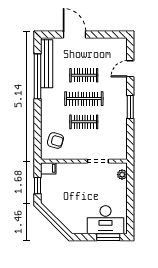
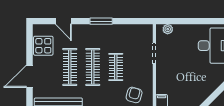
display table: (105, 48) -> (43, 46), added
clothes rail: (84, 75) -> (70, 67), width x1.36

